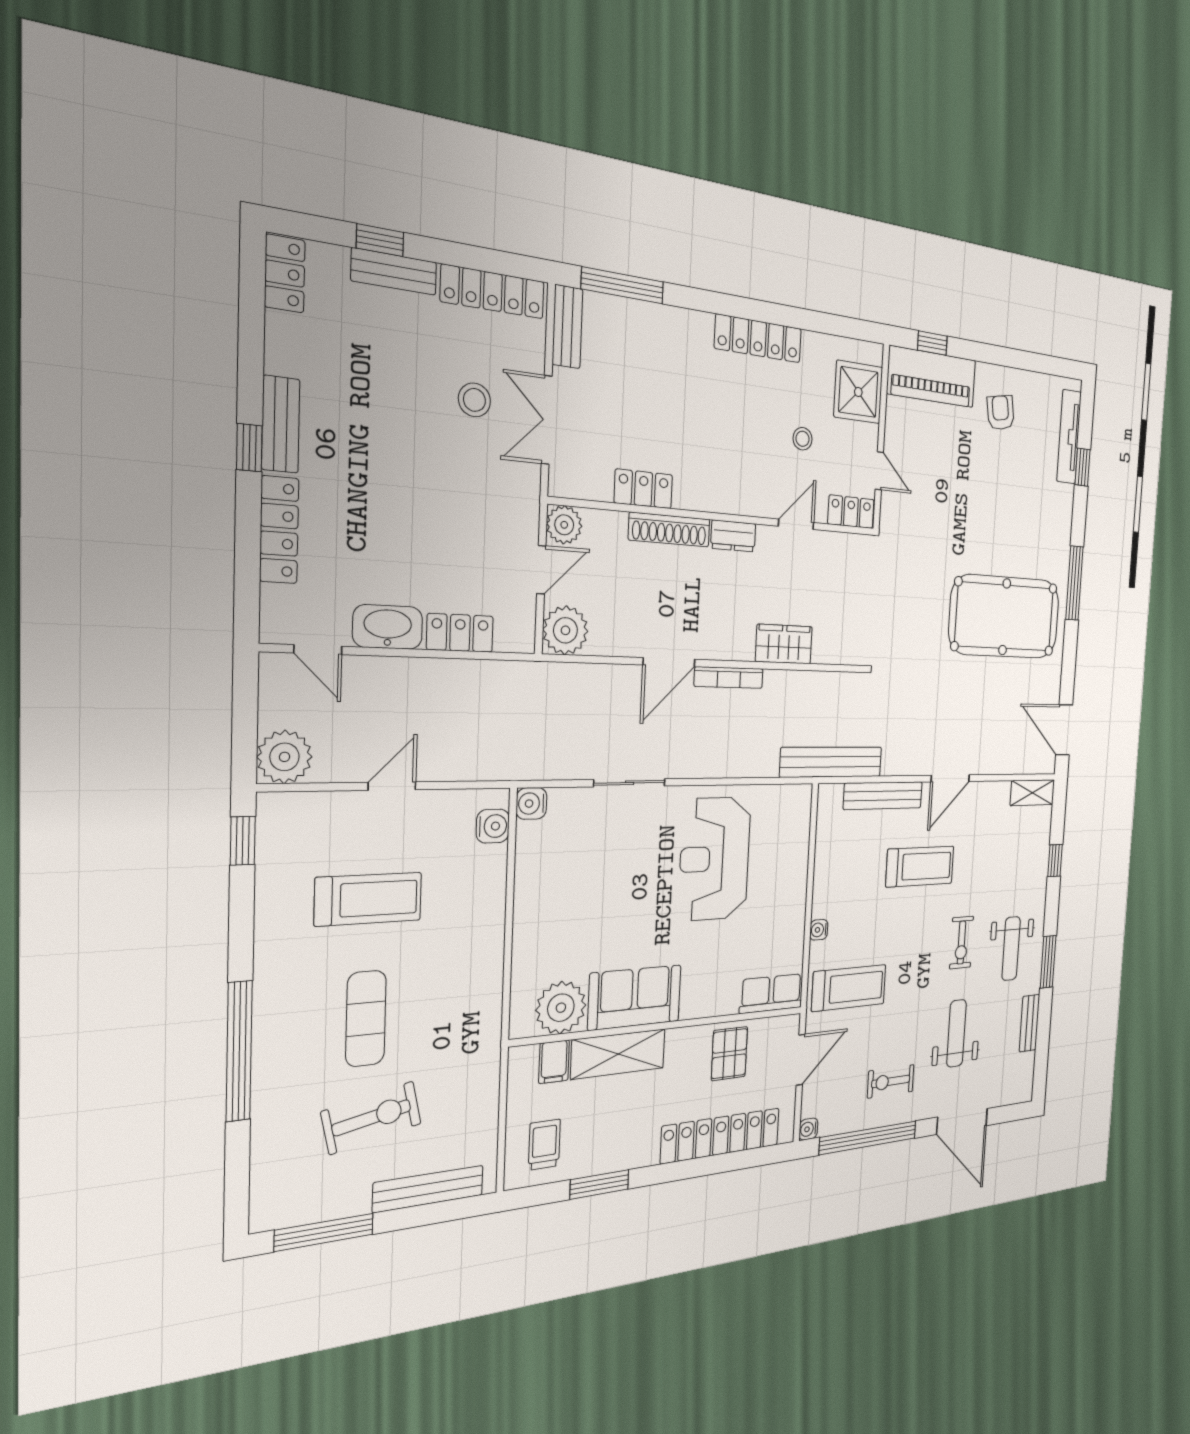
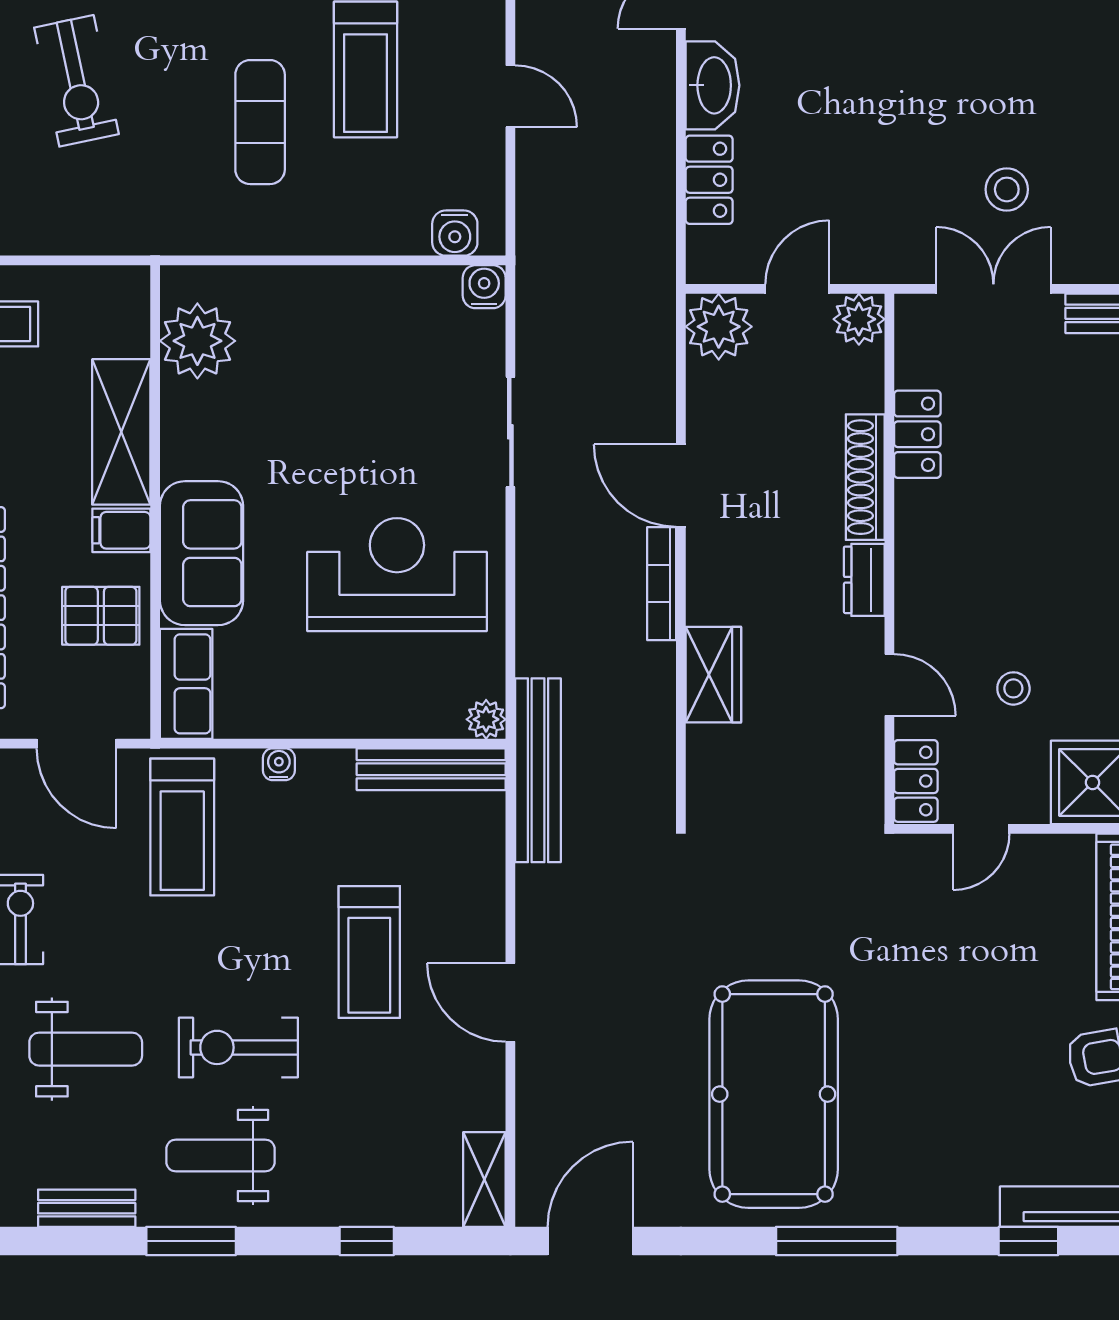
door: (541, 570) -> (797, 289), swing flipped
plant: (801, 796) -> (486, 719), added
bench: (883, 796) -> (431, 769), moved, turned 90
exercise bike: (961, 943) -> (238, 1047), width x1.38, depth x1.39
sofa: (635, 997) -> (201, 553), moved
exercise mat: (366, 1019) -> (260, 122), moved, turned 90
filing cabinet: (554, 1062) -> (121, 530), moved

